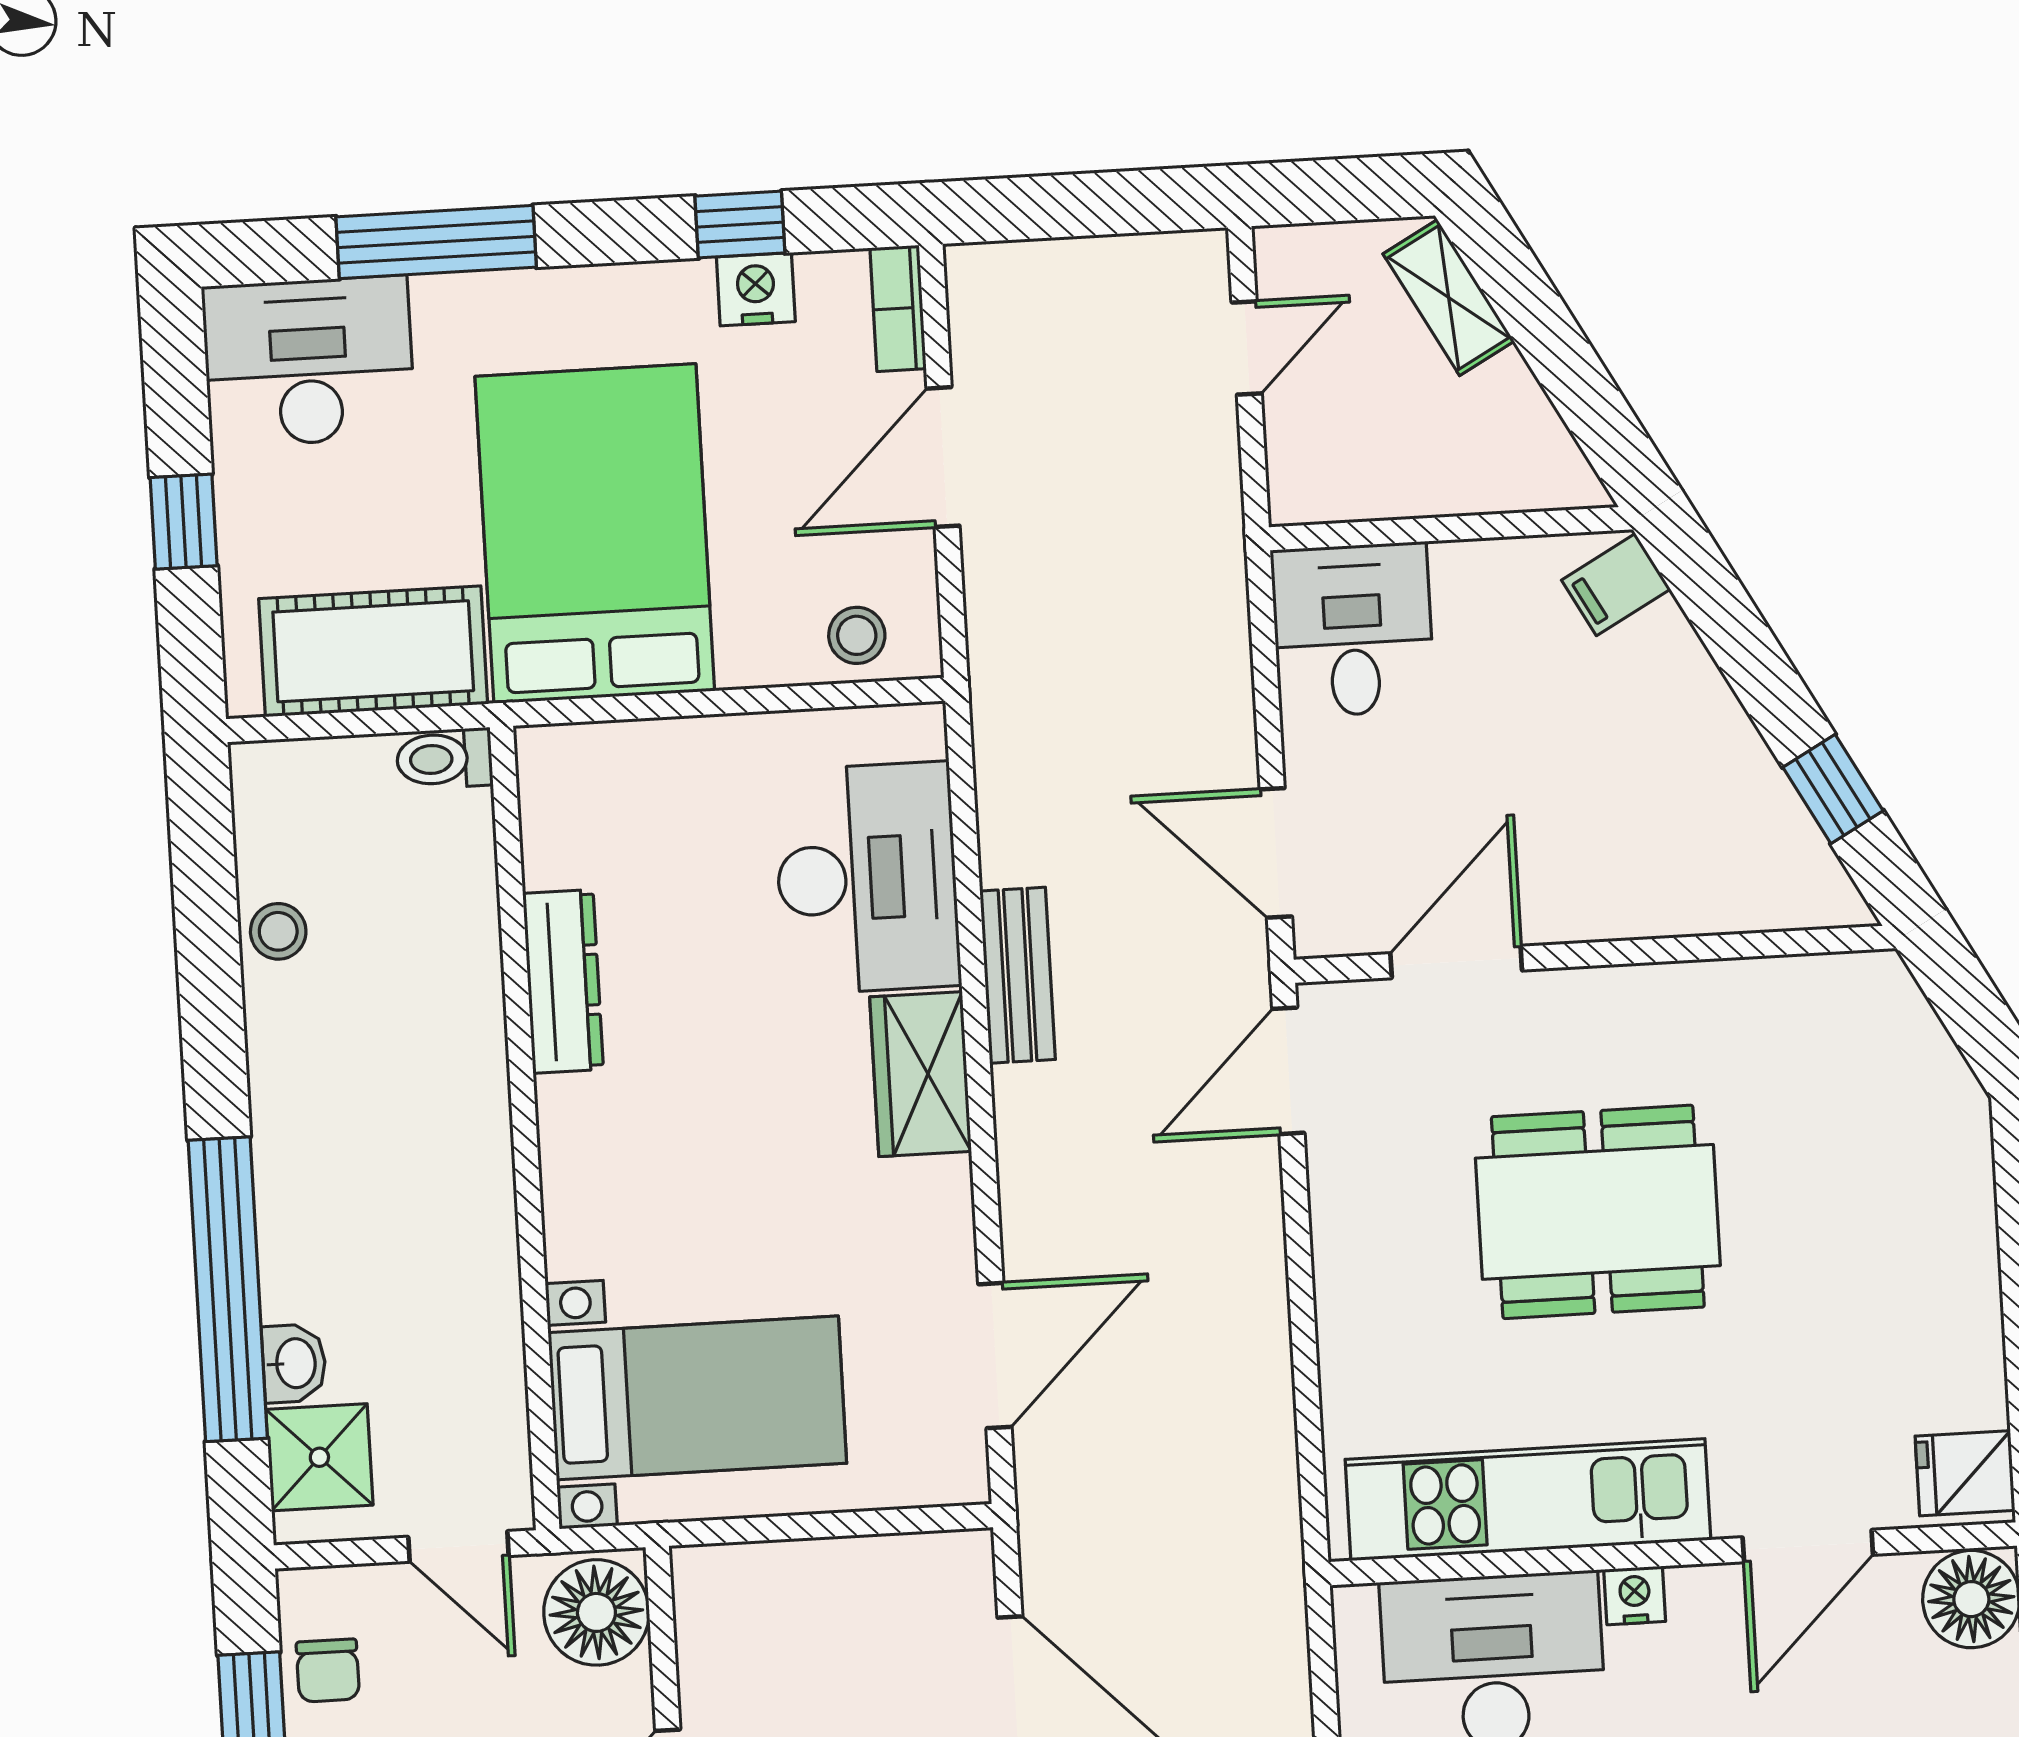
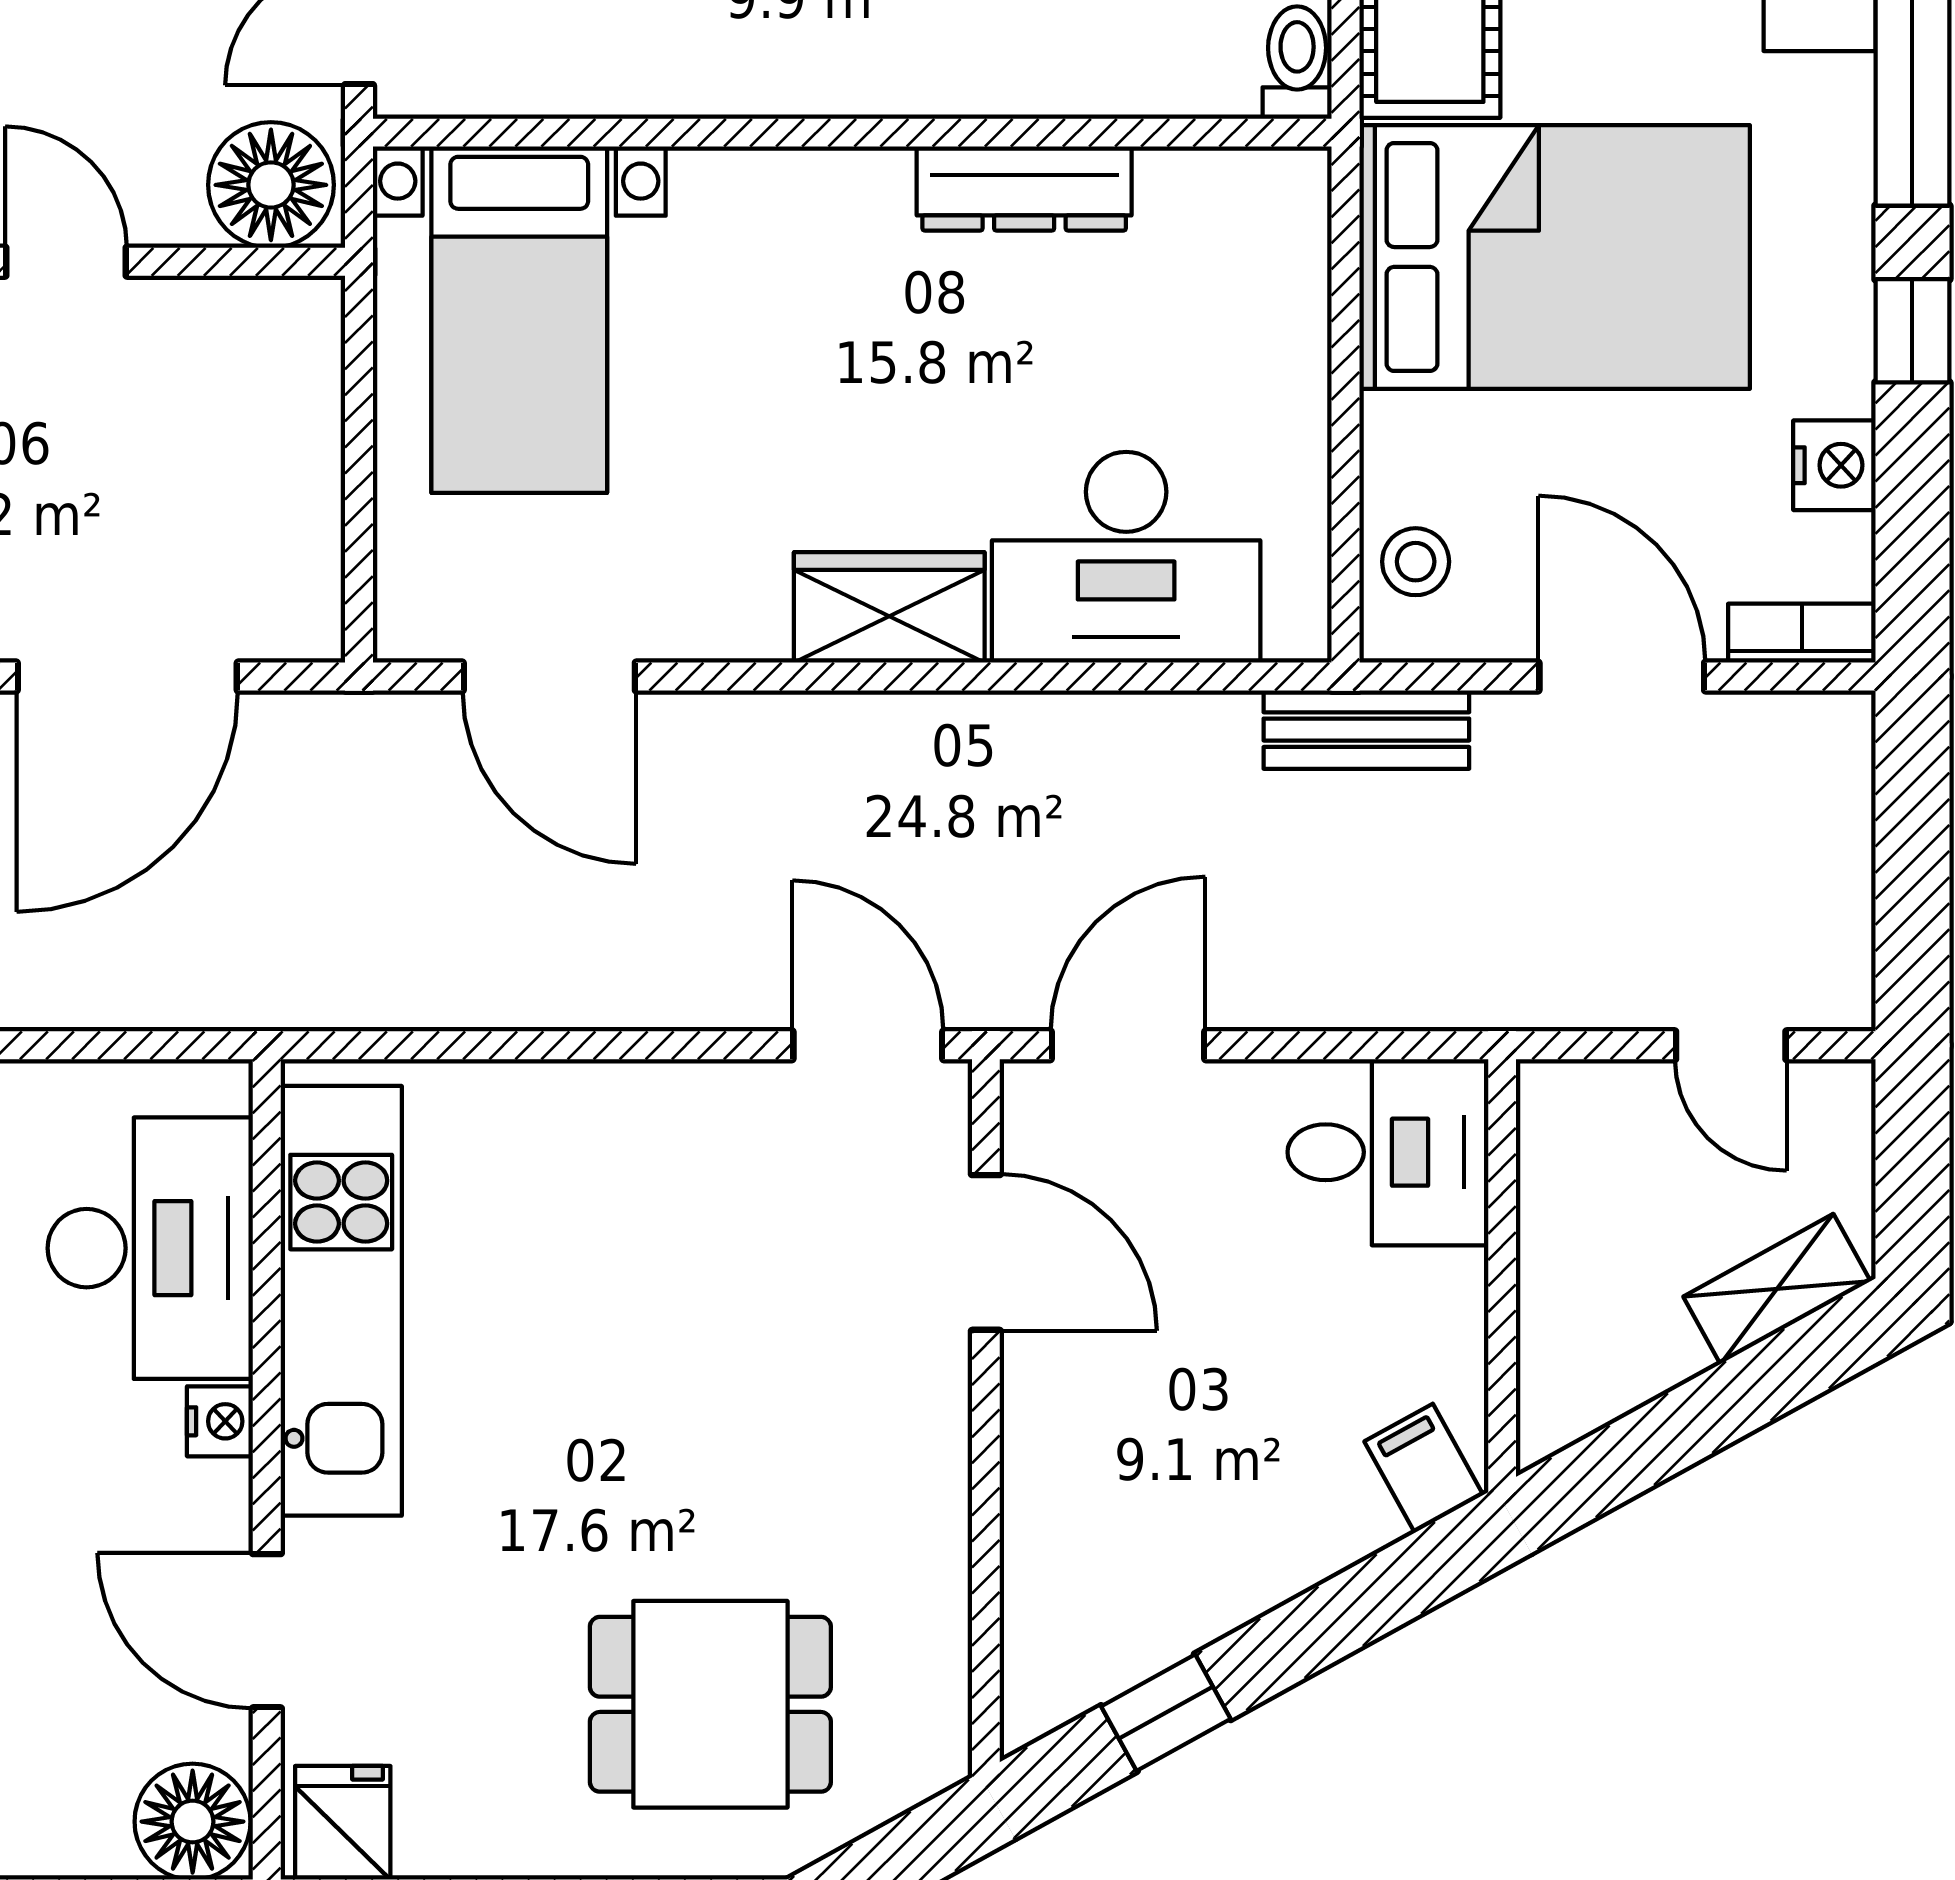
window: (740, 225) -> (1912, 331), moved
bench: (1018, 975) -> (1366, 730), moved
dining table: (1598, 1212) -> (710, 1704), moved, width x0.73

